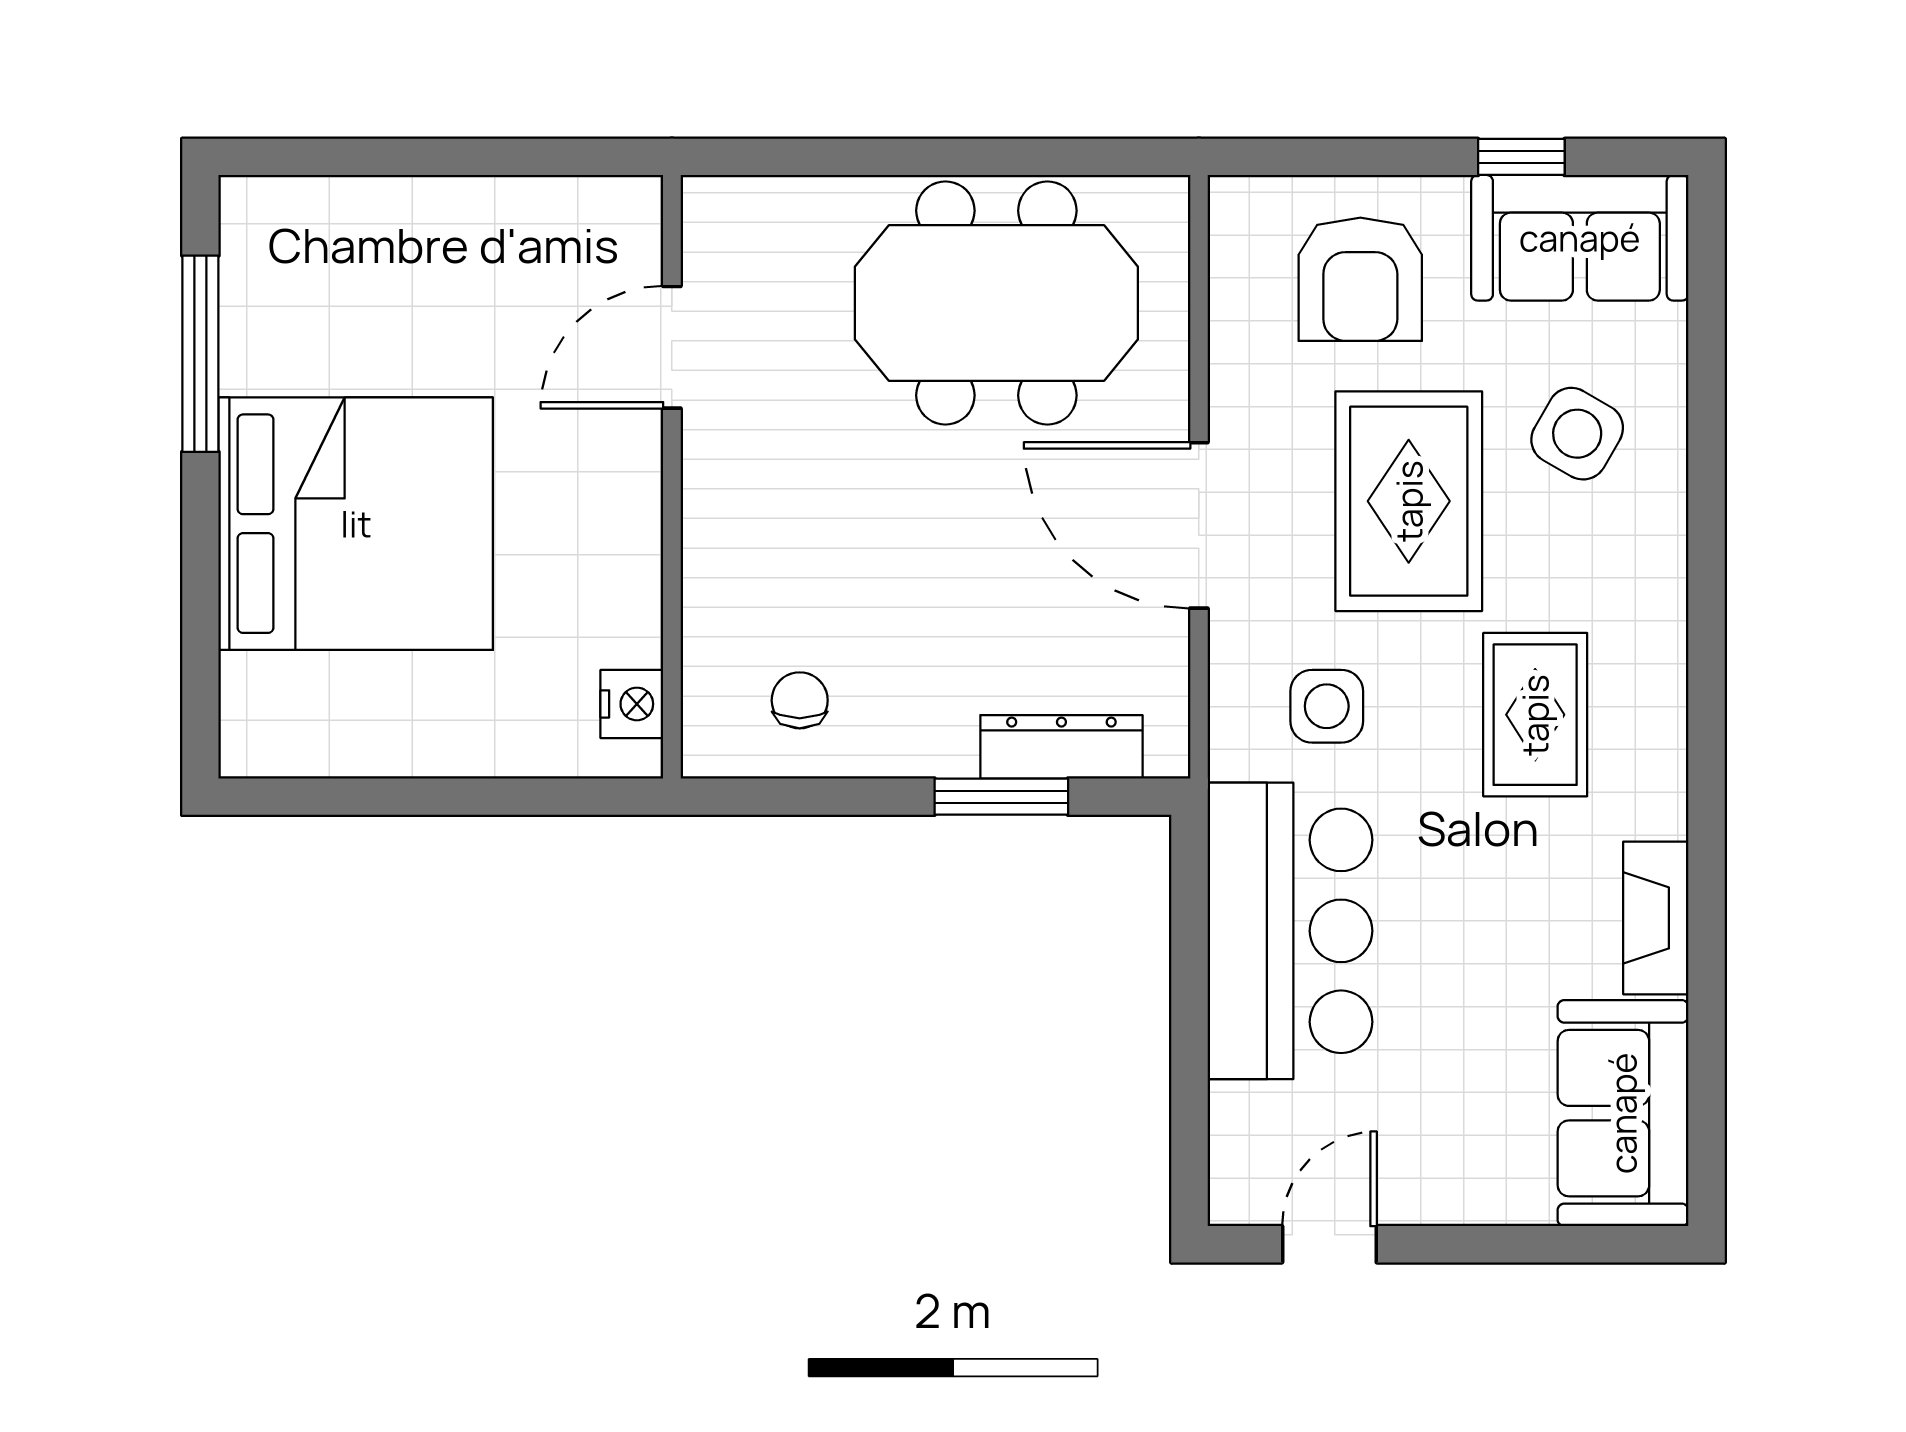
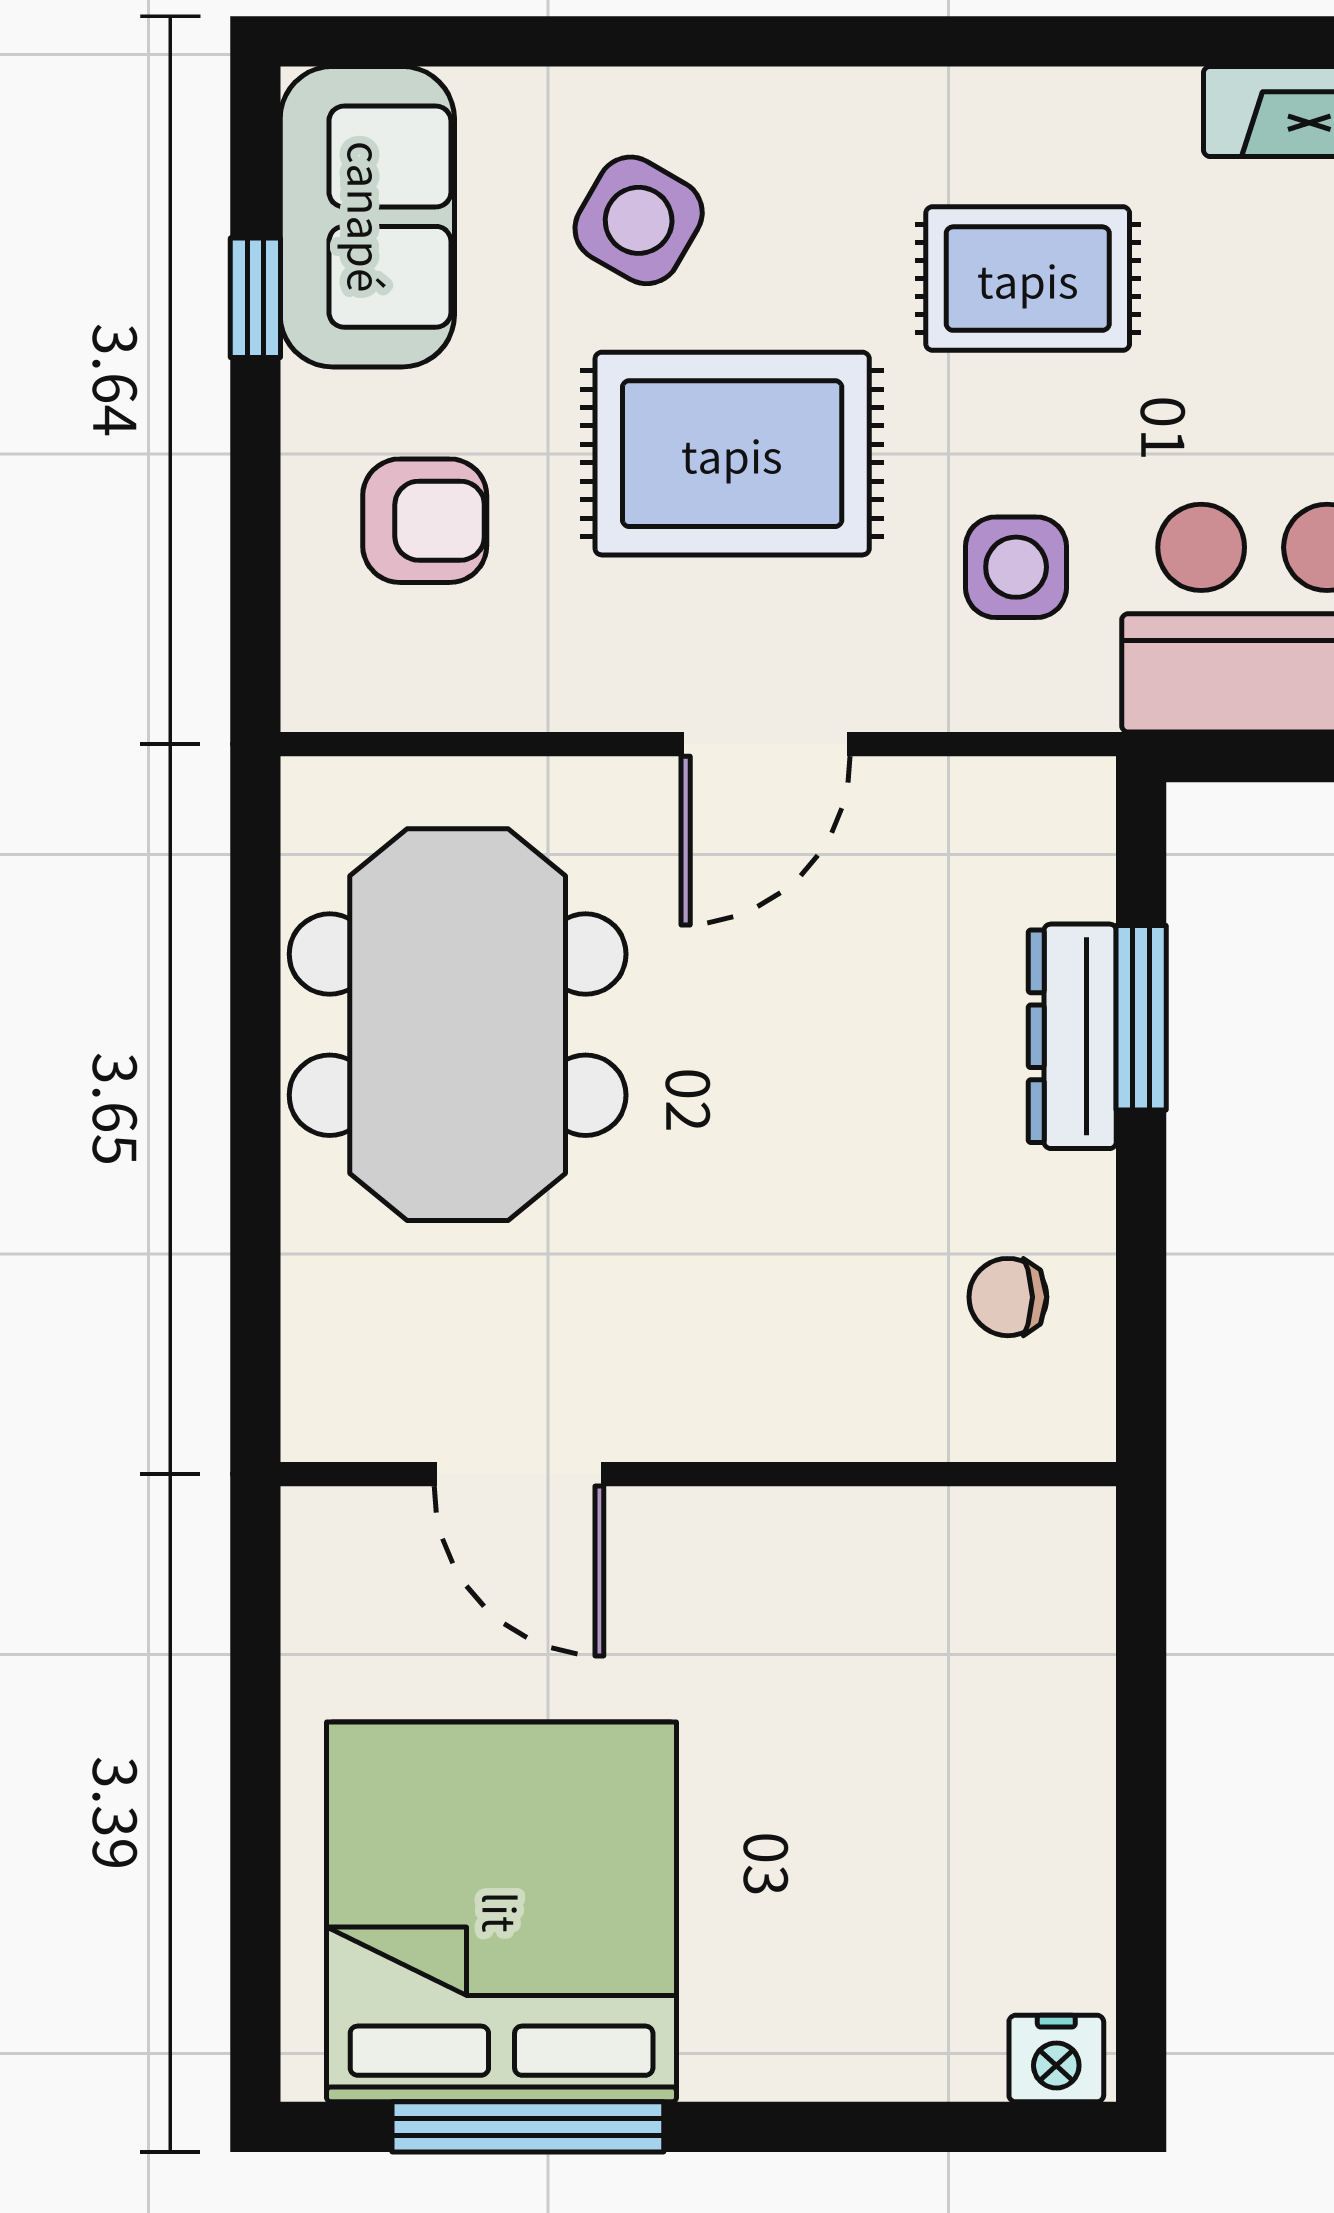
armchair: (1360, 279) -> (425, 521), width x0.72, depth x0.72
bed: (356, 524) -> (502, 1912), moved
door: (1199, 525) -> (766, 744), width x0.73
nightstand: (632, 704) -> (1056, 2059), moved, turned 180
dresser: (1061, 747) -> (1072, 1036), moved

